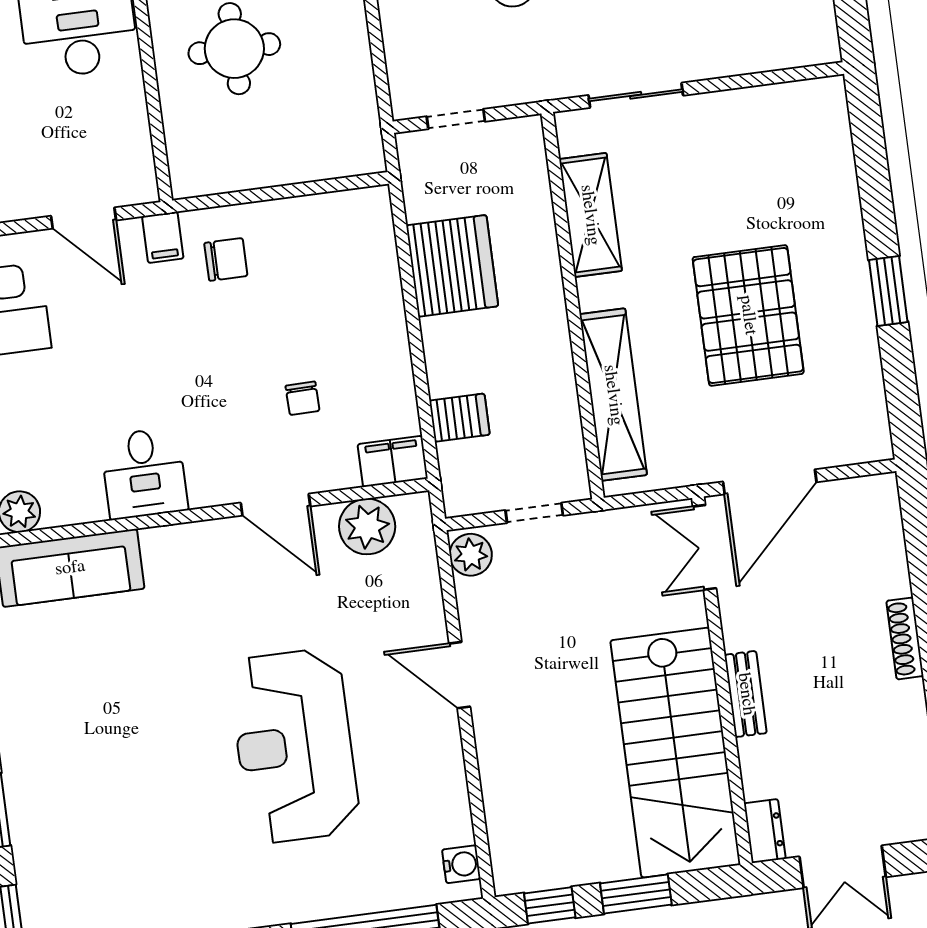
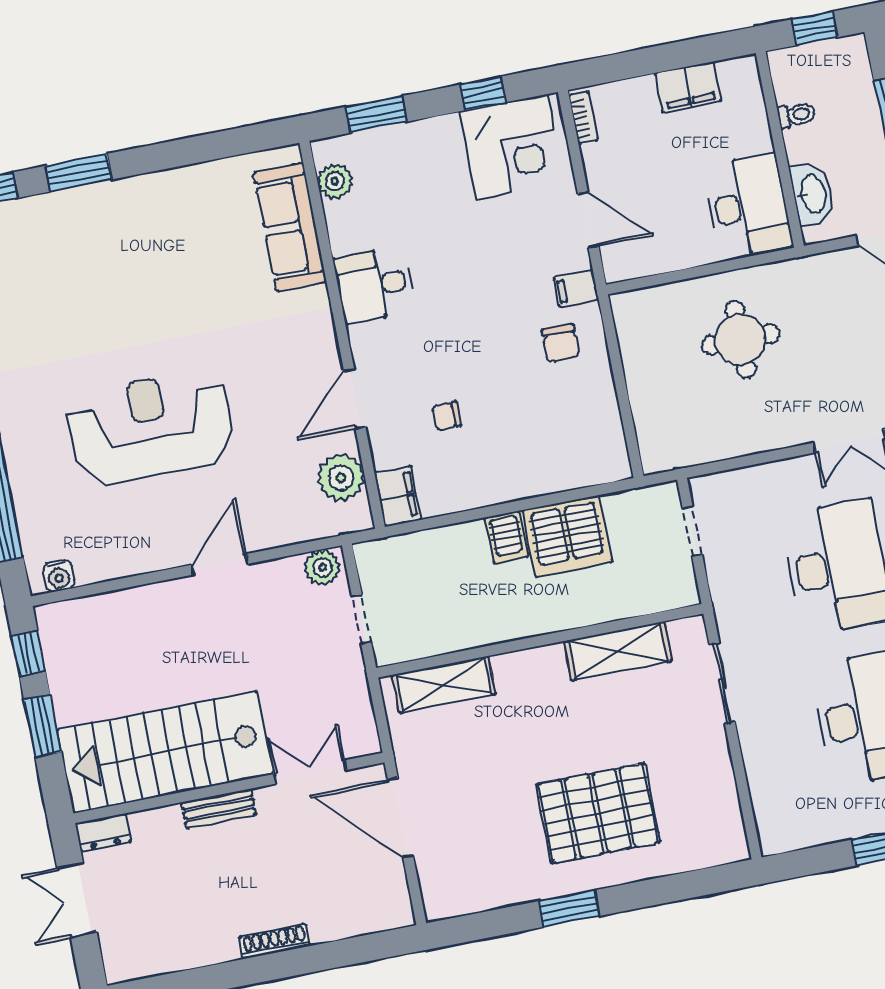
door: (83, 218) -> (588, 220), swing flipped
pallet: (748, 315) -> (598, 813), moved
shelving: (613, 395) -> (444, 684), width x0.68
server rack: (459, 418) -> (506, 537), moved
double door: (705, 547) -> (310, 772), moved

